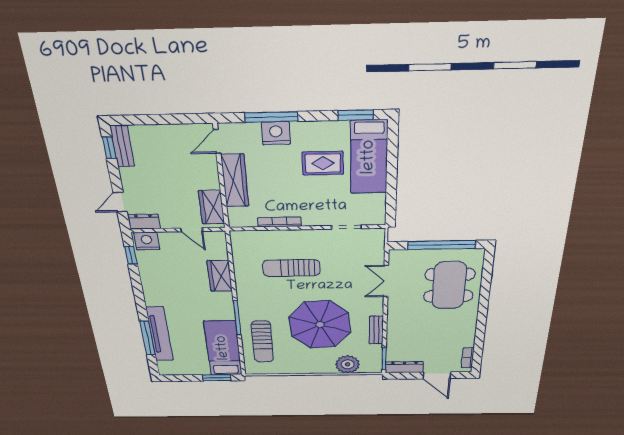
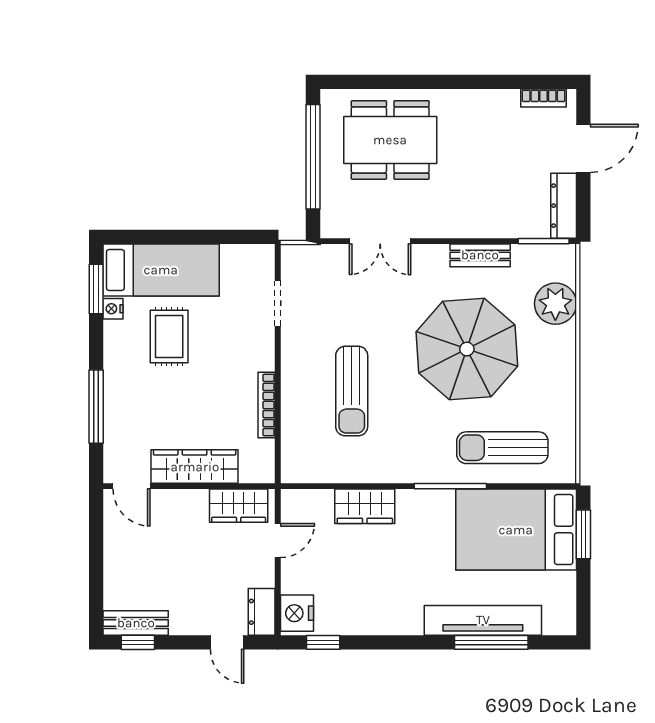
nightstand: (276, 133) -> (113, 309), moved, width x0.53, depth x0.56
sun lounger: (262, 342) -> (502, 448), turned 180
bed: (223, 348) -> (516, 530), width x1.50

